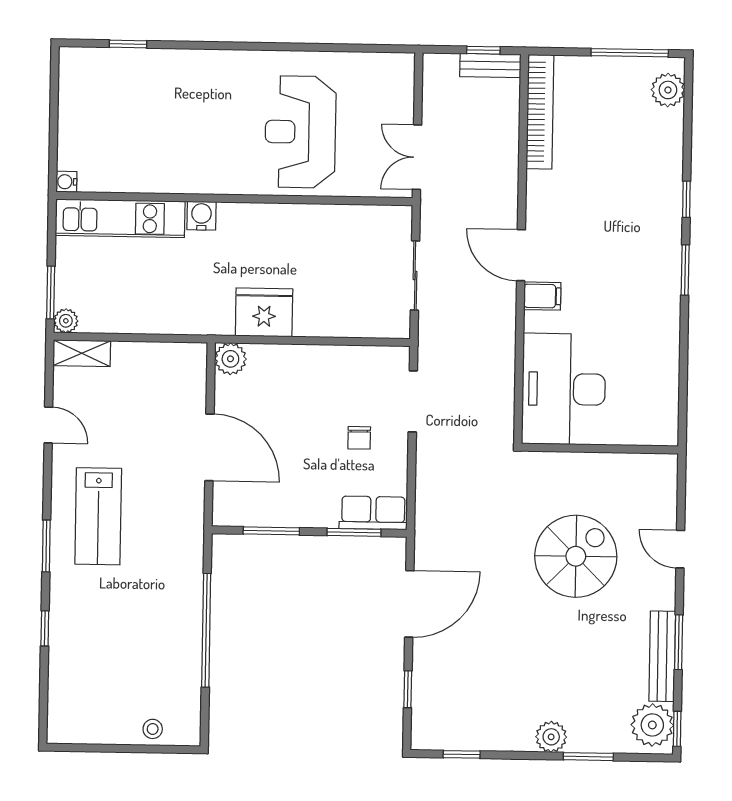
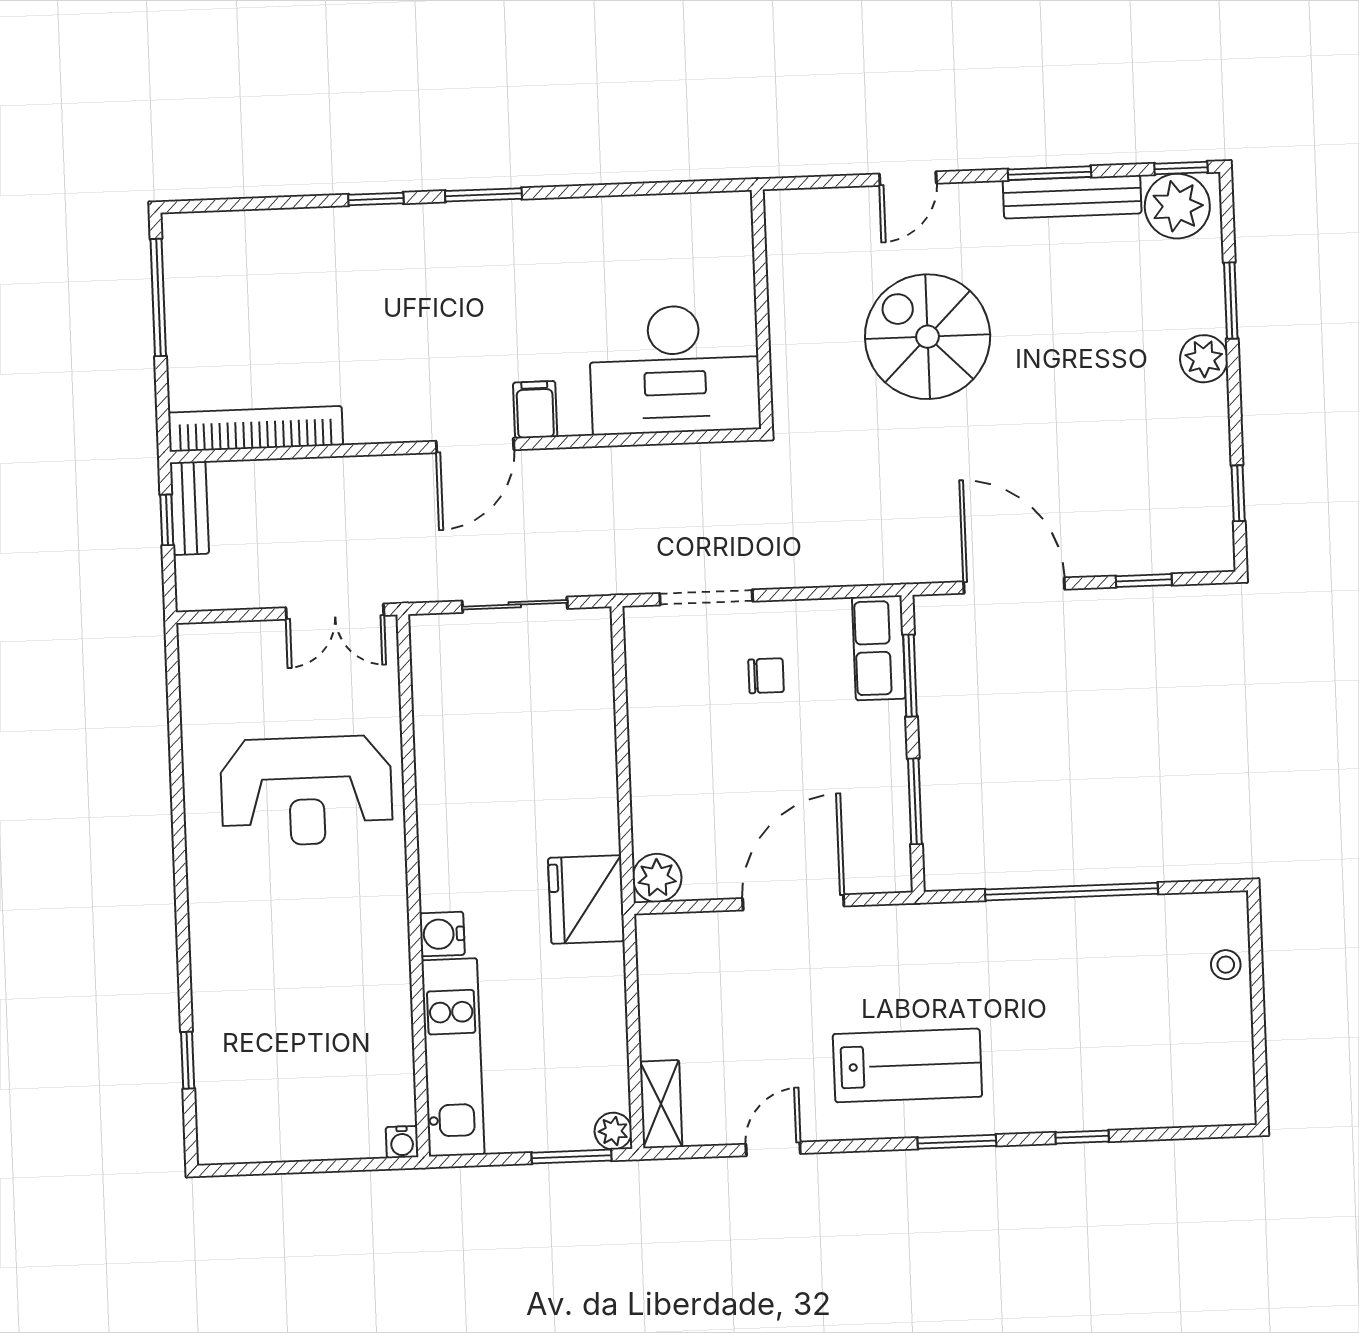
plant: (668, 90) -> (212, 236), removed
fridge: (264, 312) -> (586, 899), moved

